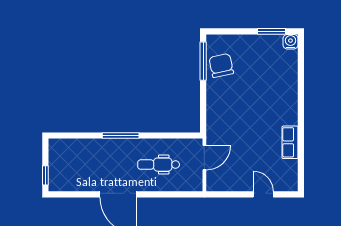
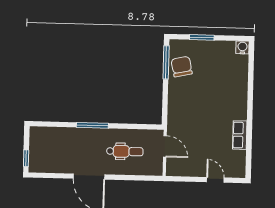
window: (271, 31) -> (202, 37), moved
door: (204, 158) -> (165, 146), hinge flipped
dental chair: (159, 165) -> (125, 151), turned 180

